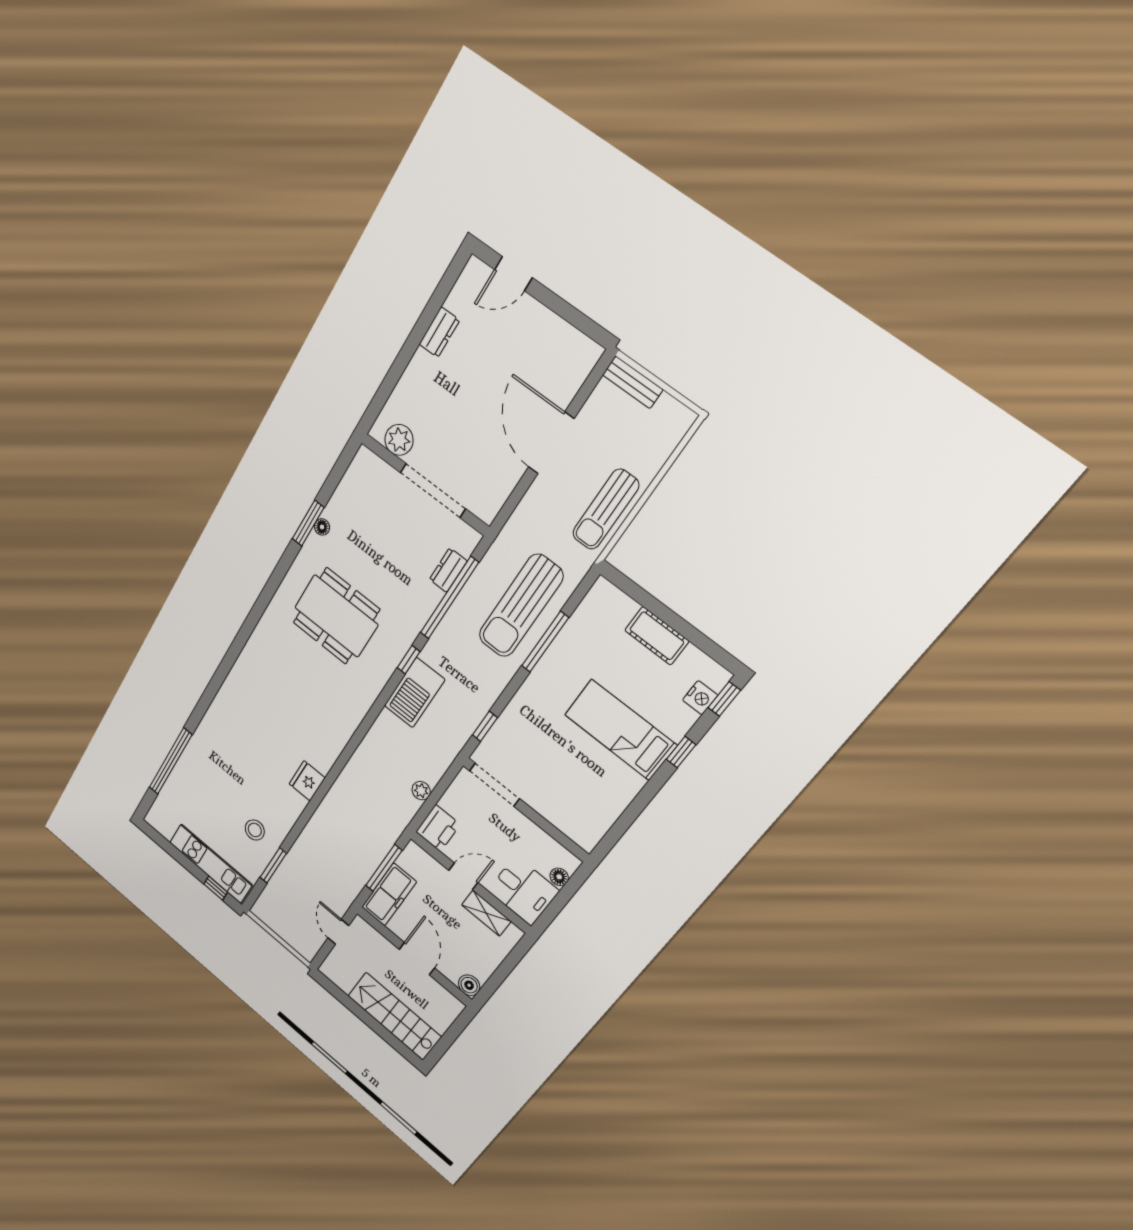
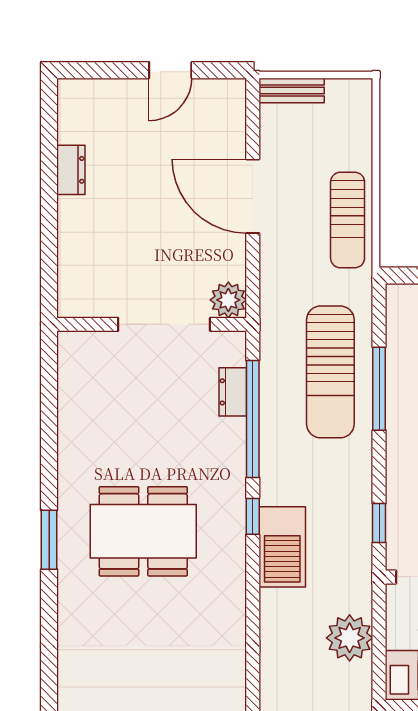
door: (513, 274) -> (170, 70), moved
plant: (399, 440) -> (228, 300), moved
window: (308, 523) -> (49, 540), moved
floor lamp: (322, 527) -> (67, 448), removed
plant: (421, 791) -> (350, 638), width x1.88, depth x1.88

